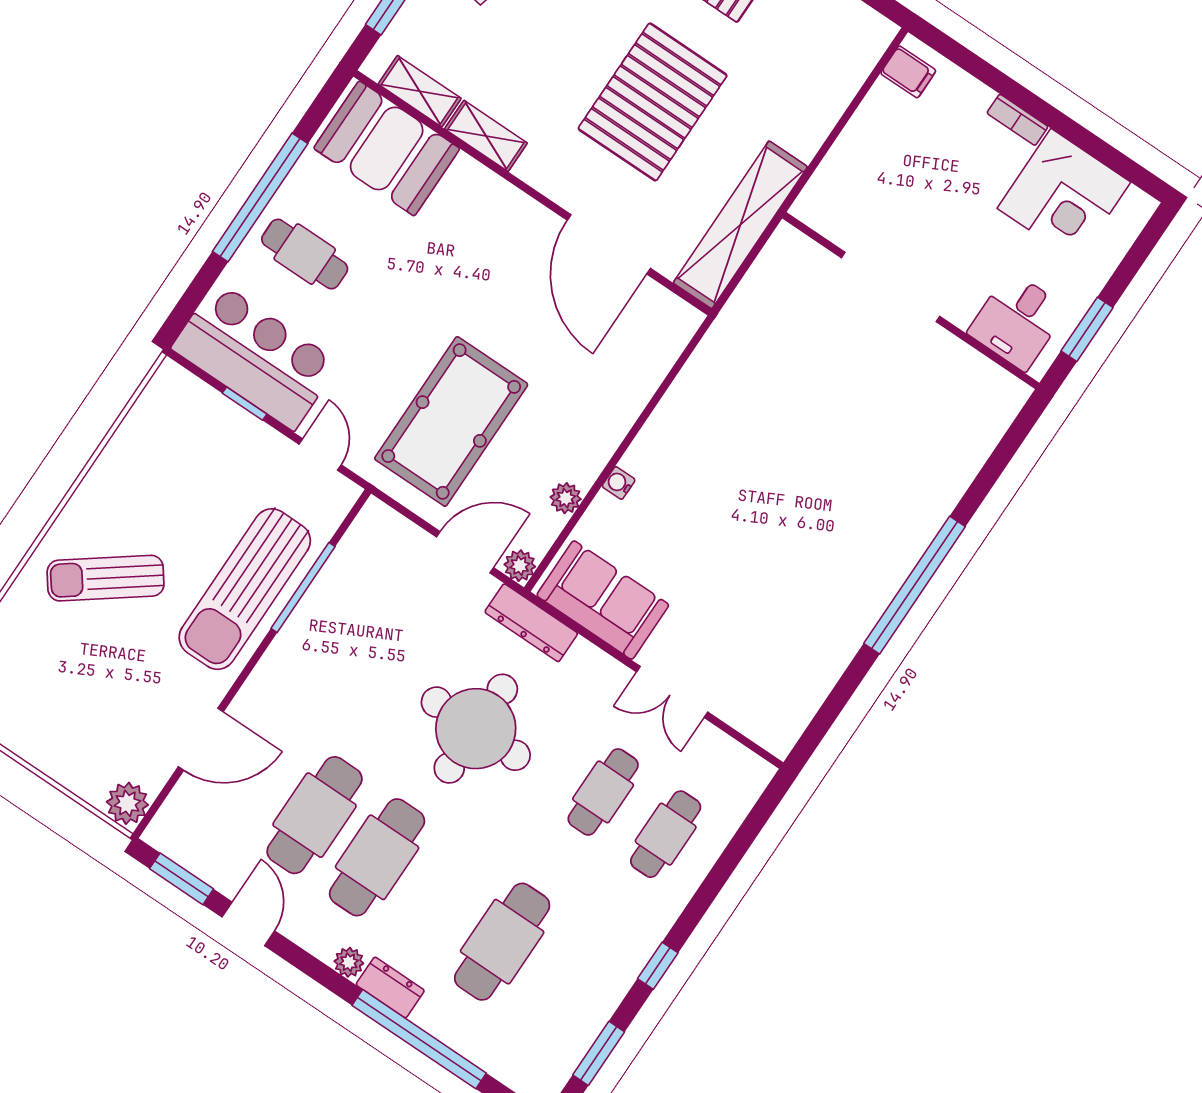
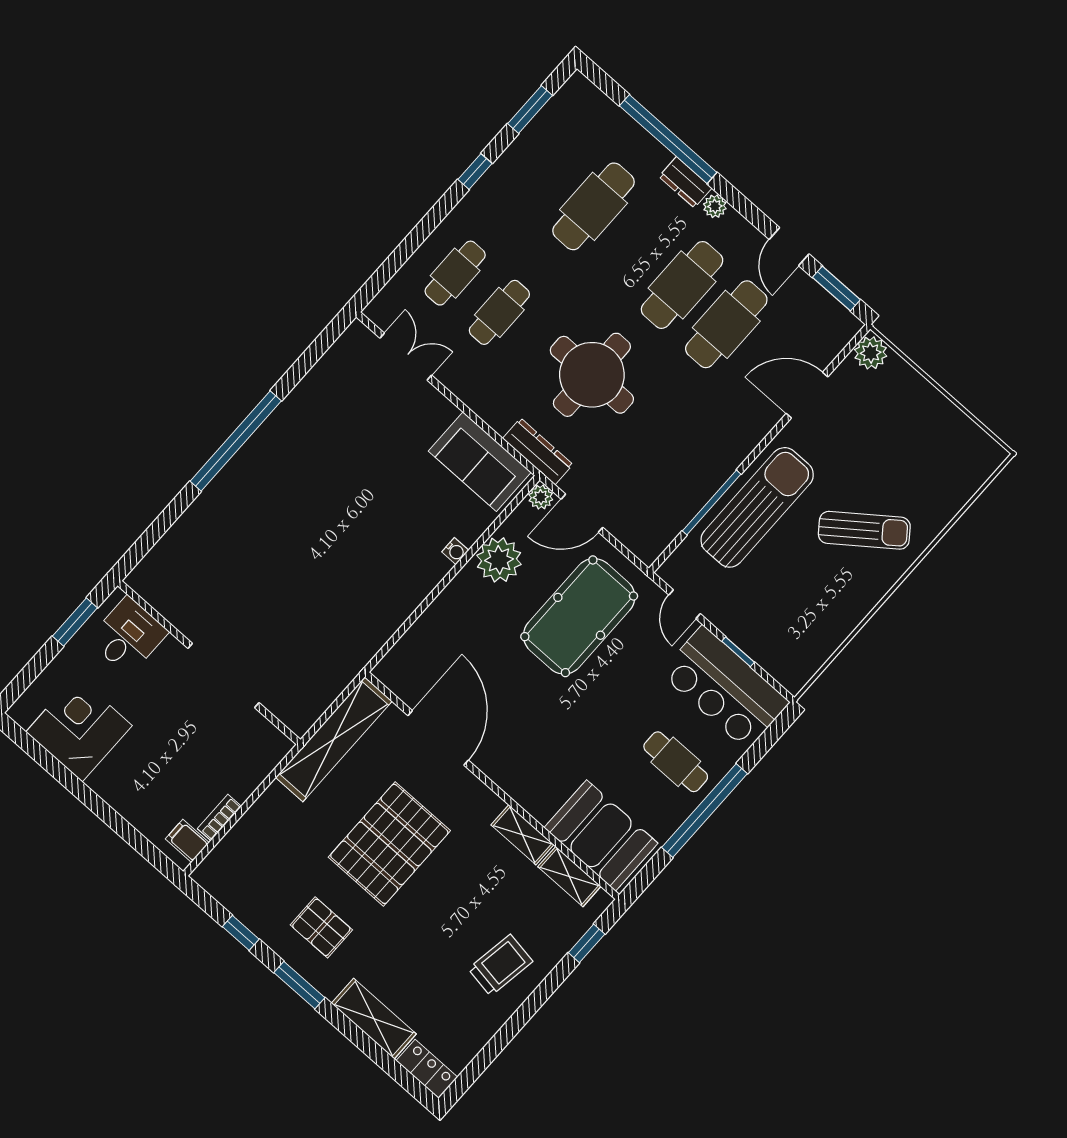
bookcase: (1017, 120) -> (219, 817), moved, turned -90
plant: (566, 498) -> (499, 560), width x1.87, depth x1.87
double door: (672, 692) -> (406, 357), moved

